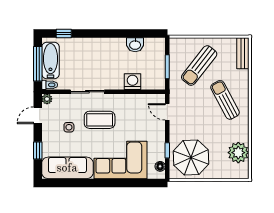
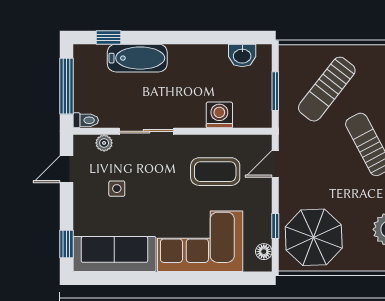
washbasin: (135, 45) -> (242, 55), moved
bathtub: (50, 60) -> (137, 58), moved, turned 90
plant: (47, 99) -> (104, 143), moved
door: (167, 112) -> (275, 164), hinge flipped
coffee table: (100, 120) -> (215, 172), moved
window: (38, 150) -> (66, 244), moved

